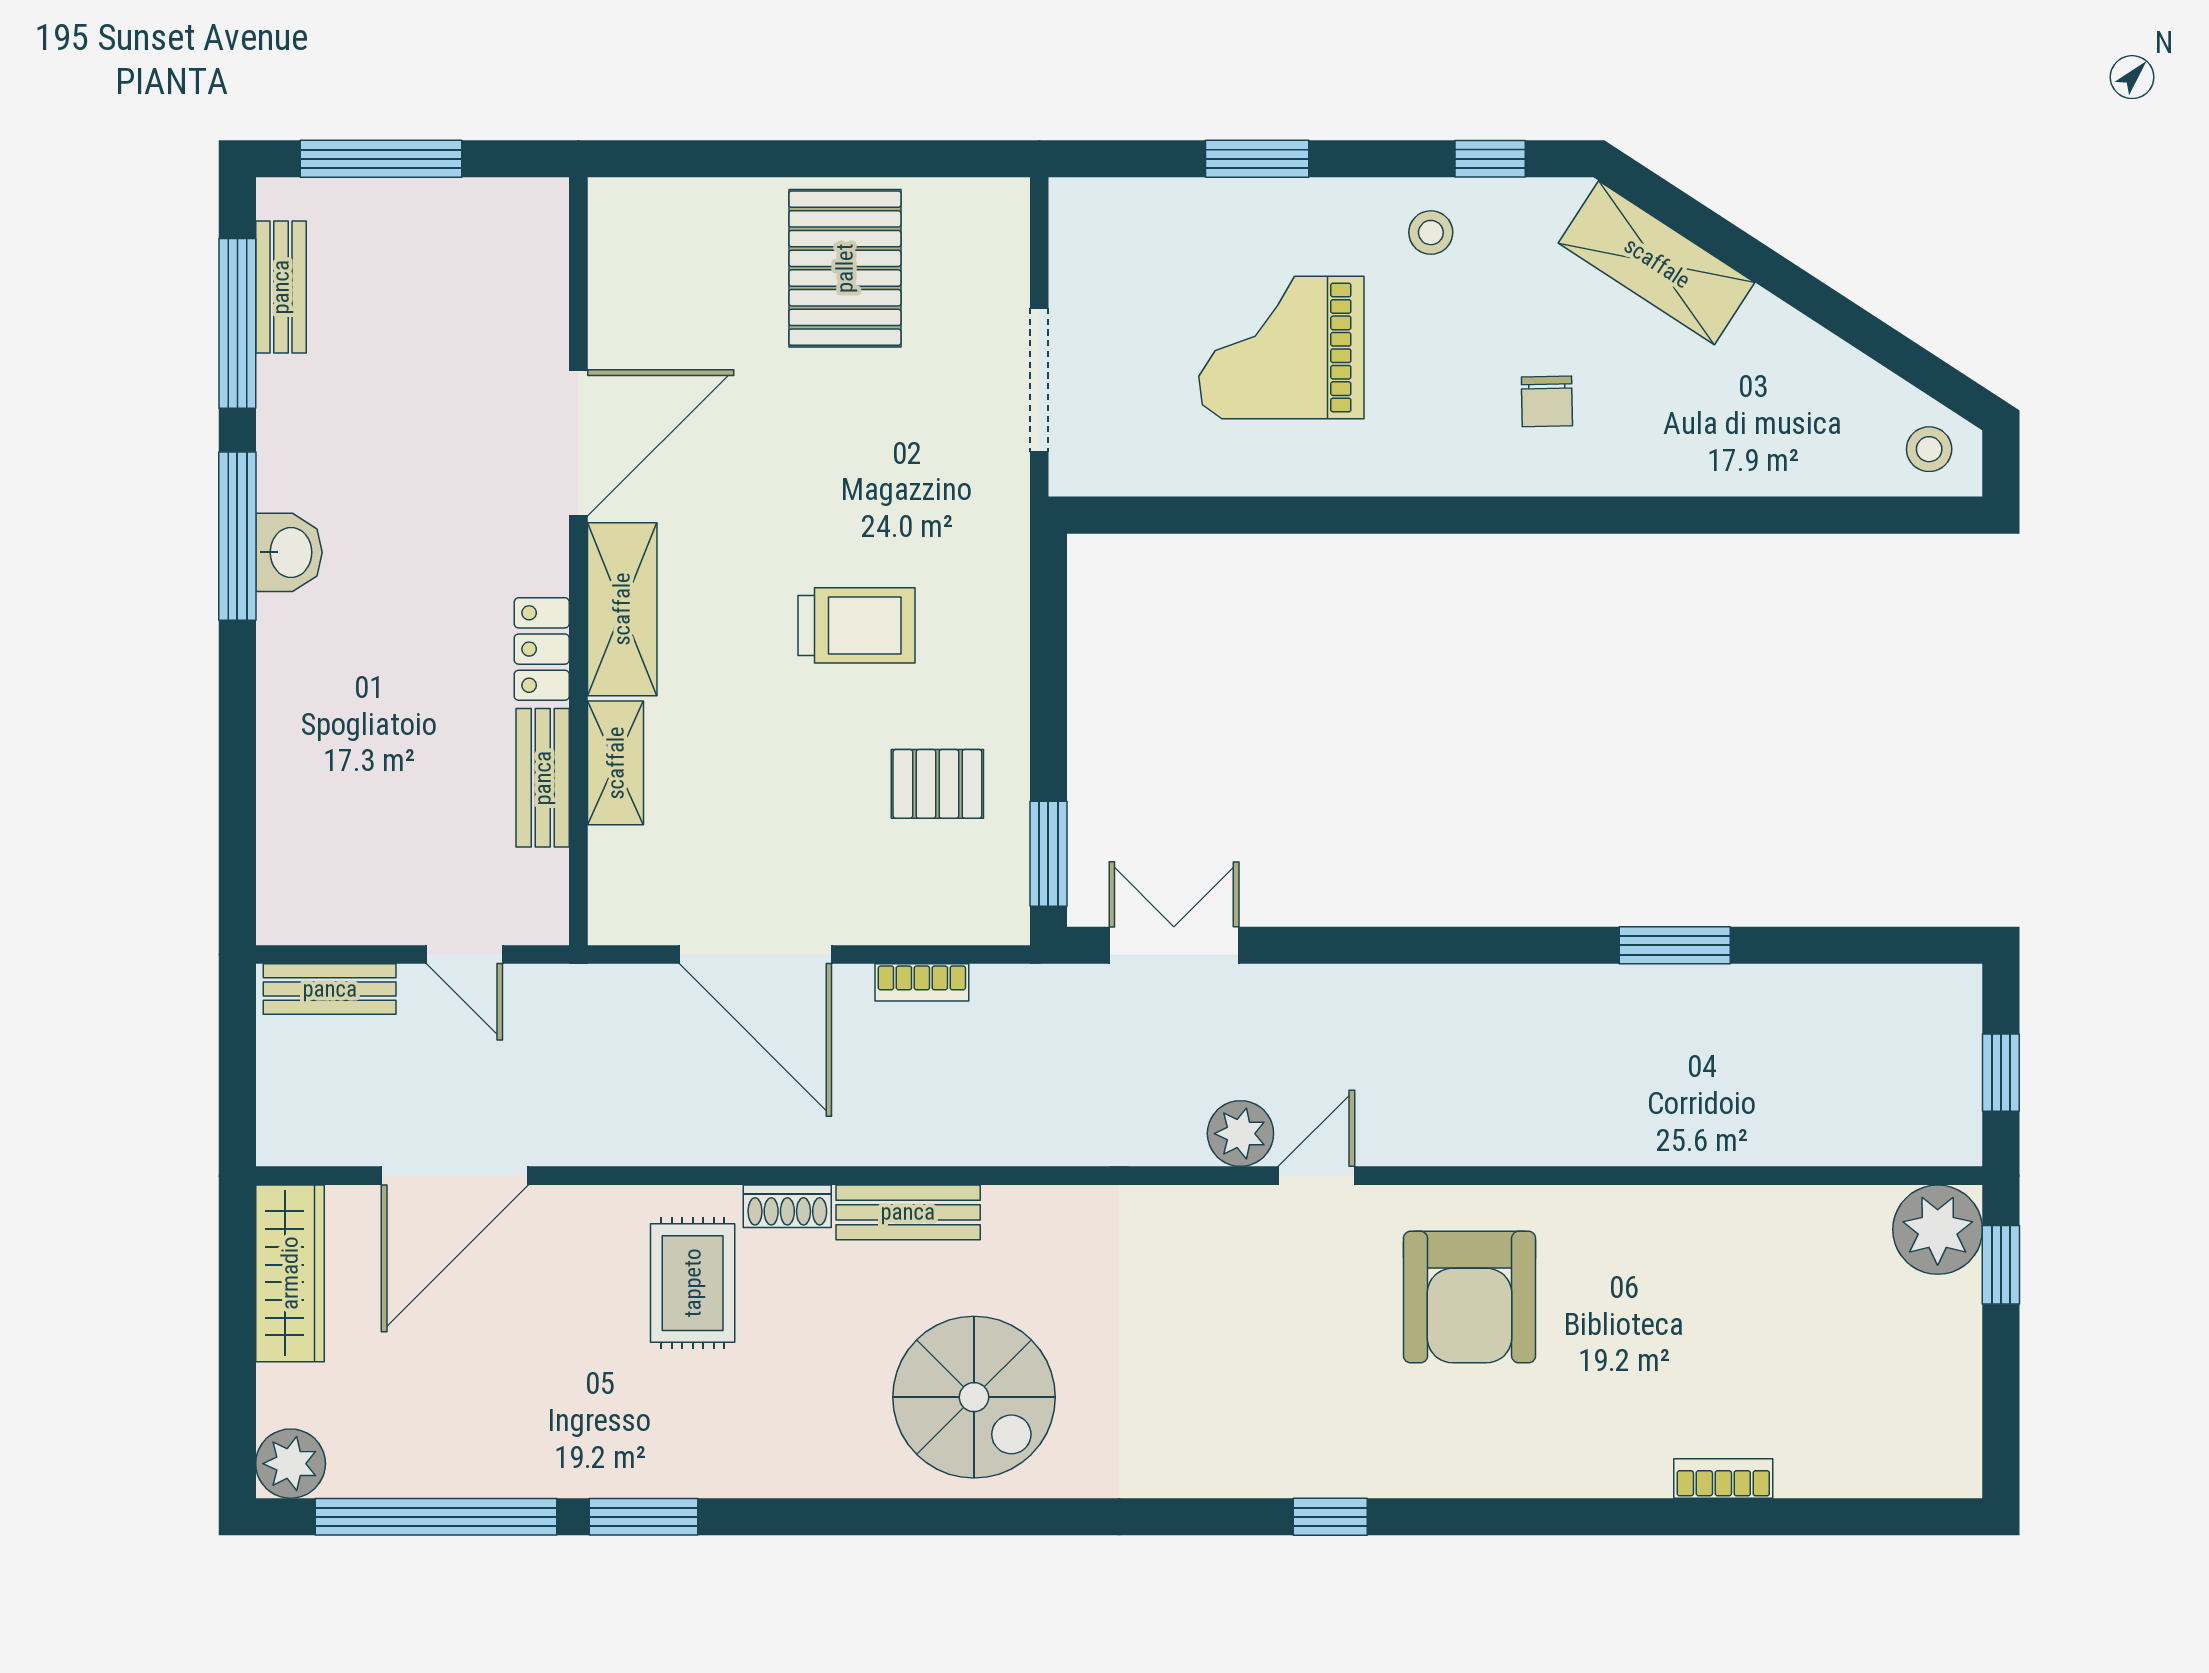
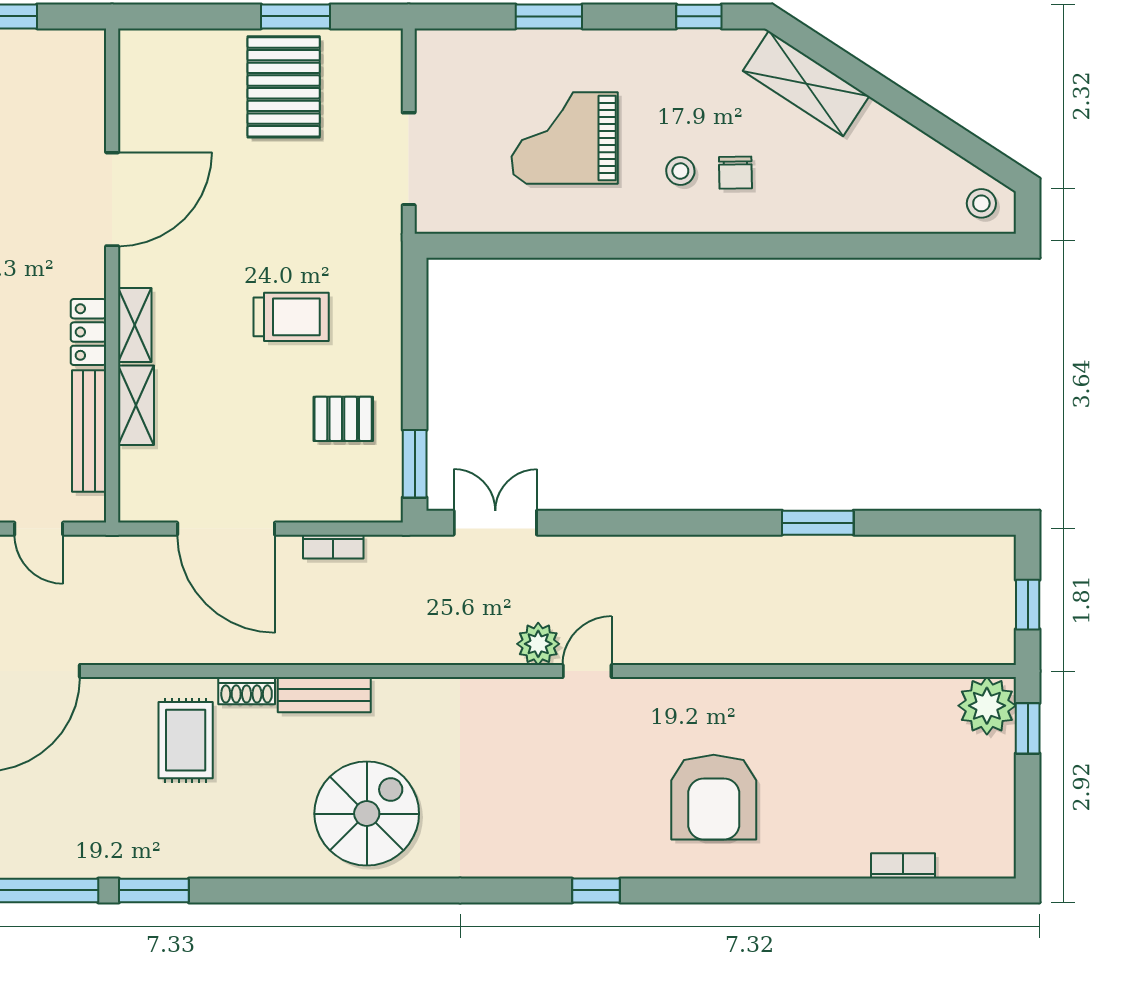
window: (863, 159) -> (296, 16), added
stool: (1431, 233) -> (680, 171), moved
shelving: (622, 609) -> (135, 325), width x0.67, depth x0.75
bench: (543, 778) -> (89, 431), width x1.36
armchair: (1470, 1297) -> (714, 797), moved
spiral stairs: (974, 1397) -> (367, 814), turned -90
bookcase: (1723, 1479) -> (903, 866), moved

